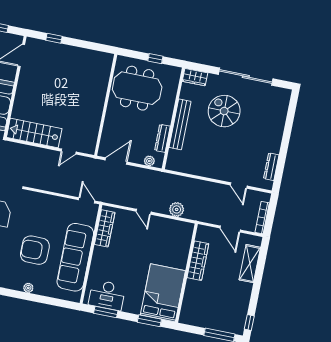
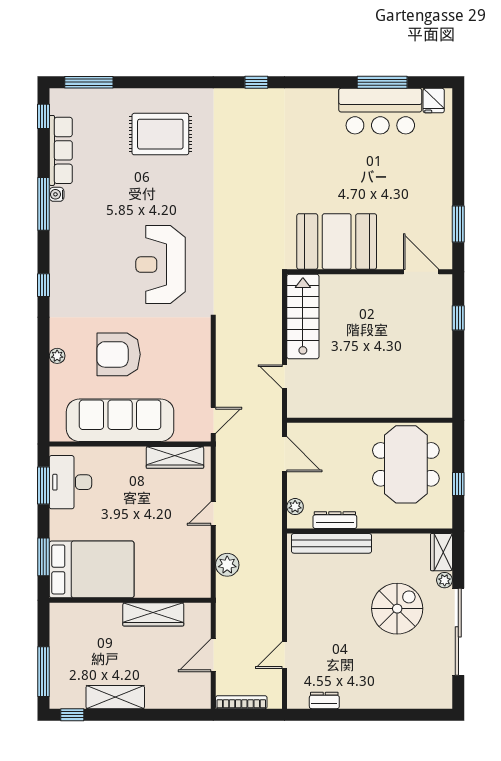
plant: (212, 79) -> (445, 580), added
bench: (180, 124) -> (332, 543), moved
dresser: (271, 167) -> (324, 700), width x0.70
armchair: (35, 250) -> (119, 354), turned -90
shelving: (250, 264) -> (115, 697), moved

